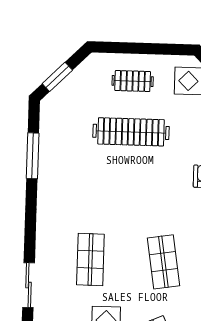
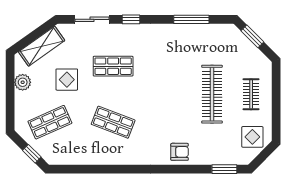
window: (30, 234) -> (131, 19), added
shop shelf: (163, 262) -> (113, 122), turned 30

